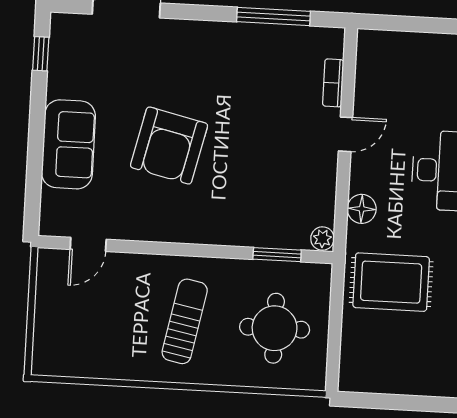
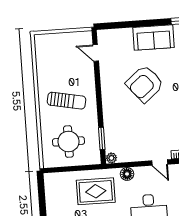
sofa: (68, 144) -> (154, 37), moved
armchair: (169, 146) -> (145, 84), turned -53
rug: (391, 282) -> (96, 191), turned 90

